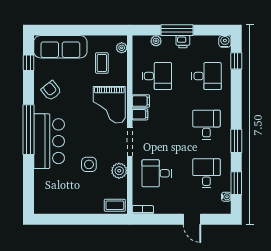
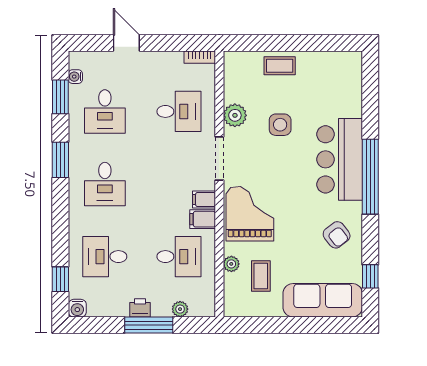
plant: (122, 48) -> (231, 264), moved
desk: (157, 76) -> (179, 257), turned 180
coffee table: (115, 205) -> (280, 66), moved

